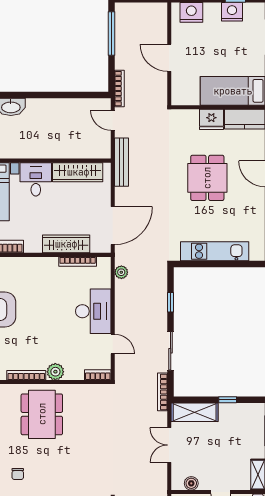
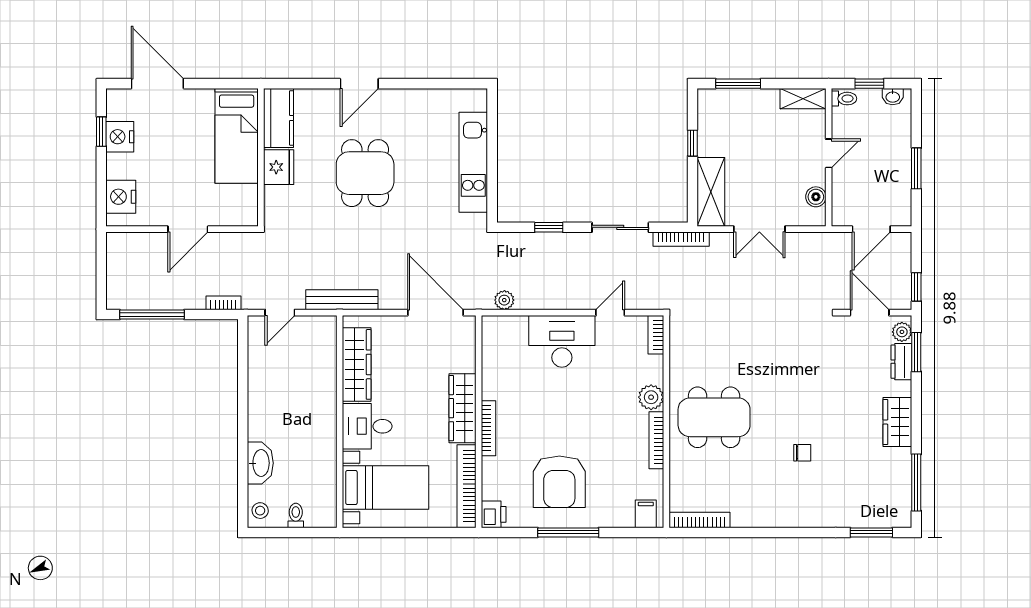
bookcase: (119, 89) -> (223, 303), width x0.64
dining table: (207, 178) -> (365, 173), turned 90
wardrobe: (66, 244) -> (463, 408), moved
bookcase: (78, 262) -> (489, 428), moved

